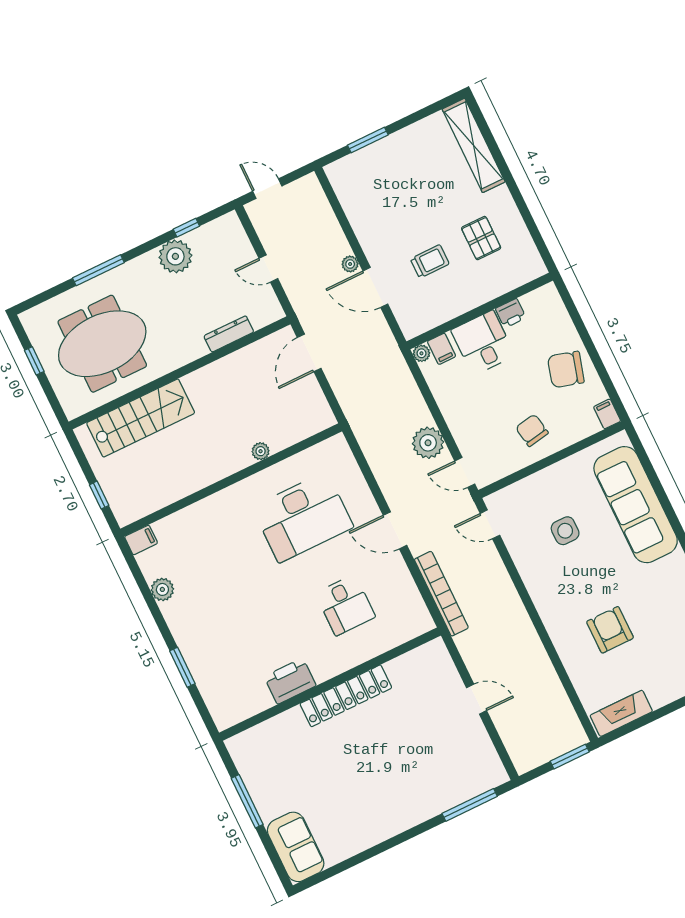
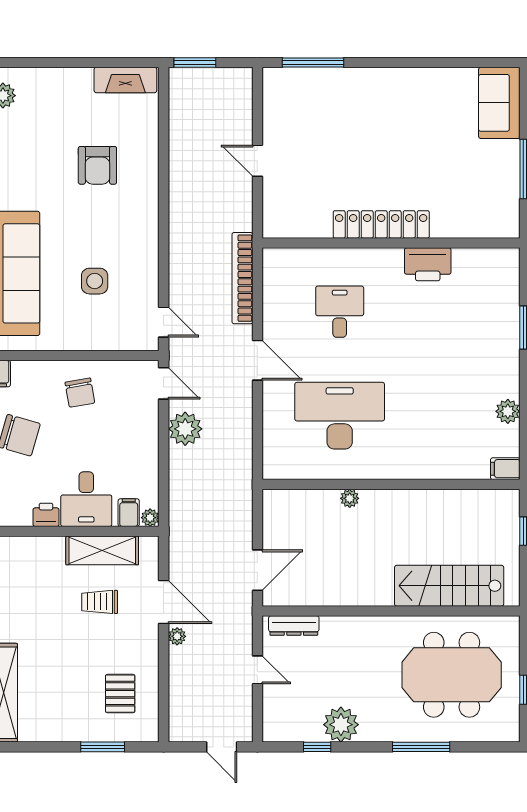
pallet: (481, 238) -> (120, 694), moved
shelving: (449, 306) -> (102, 550), added
dresser: (229, 334) -> (294, 625), moved

